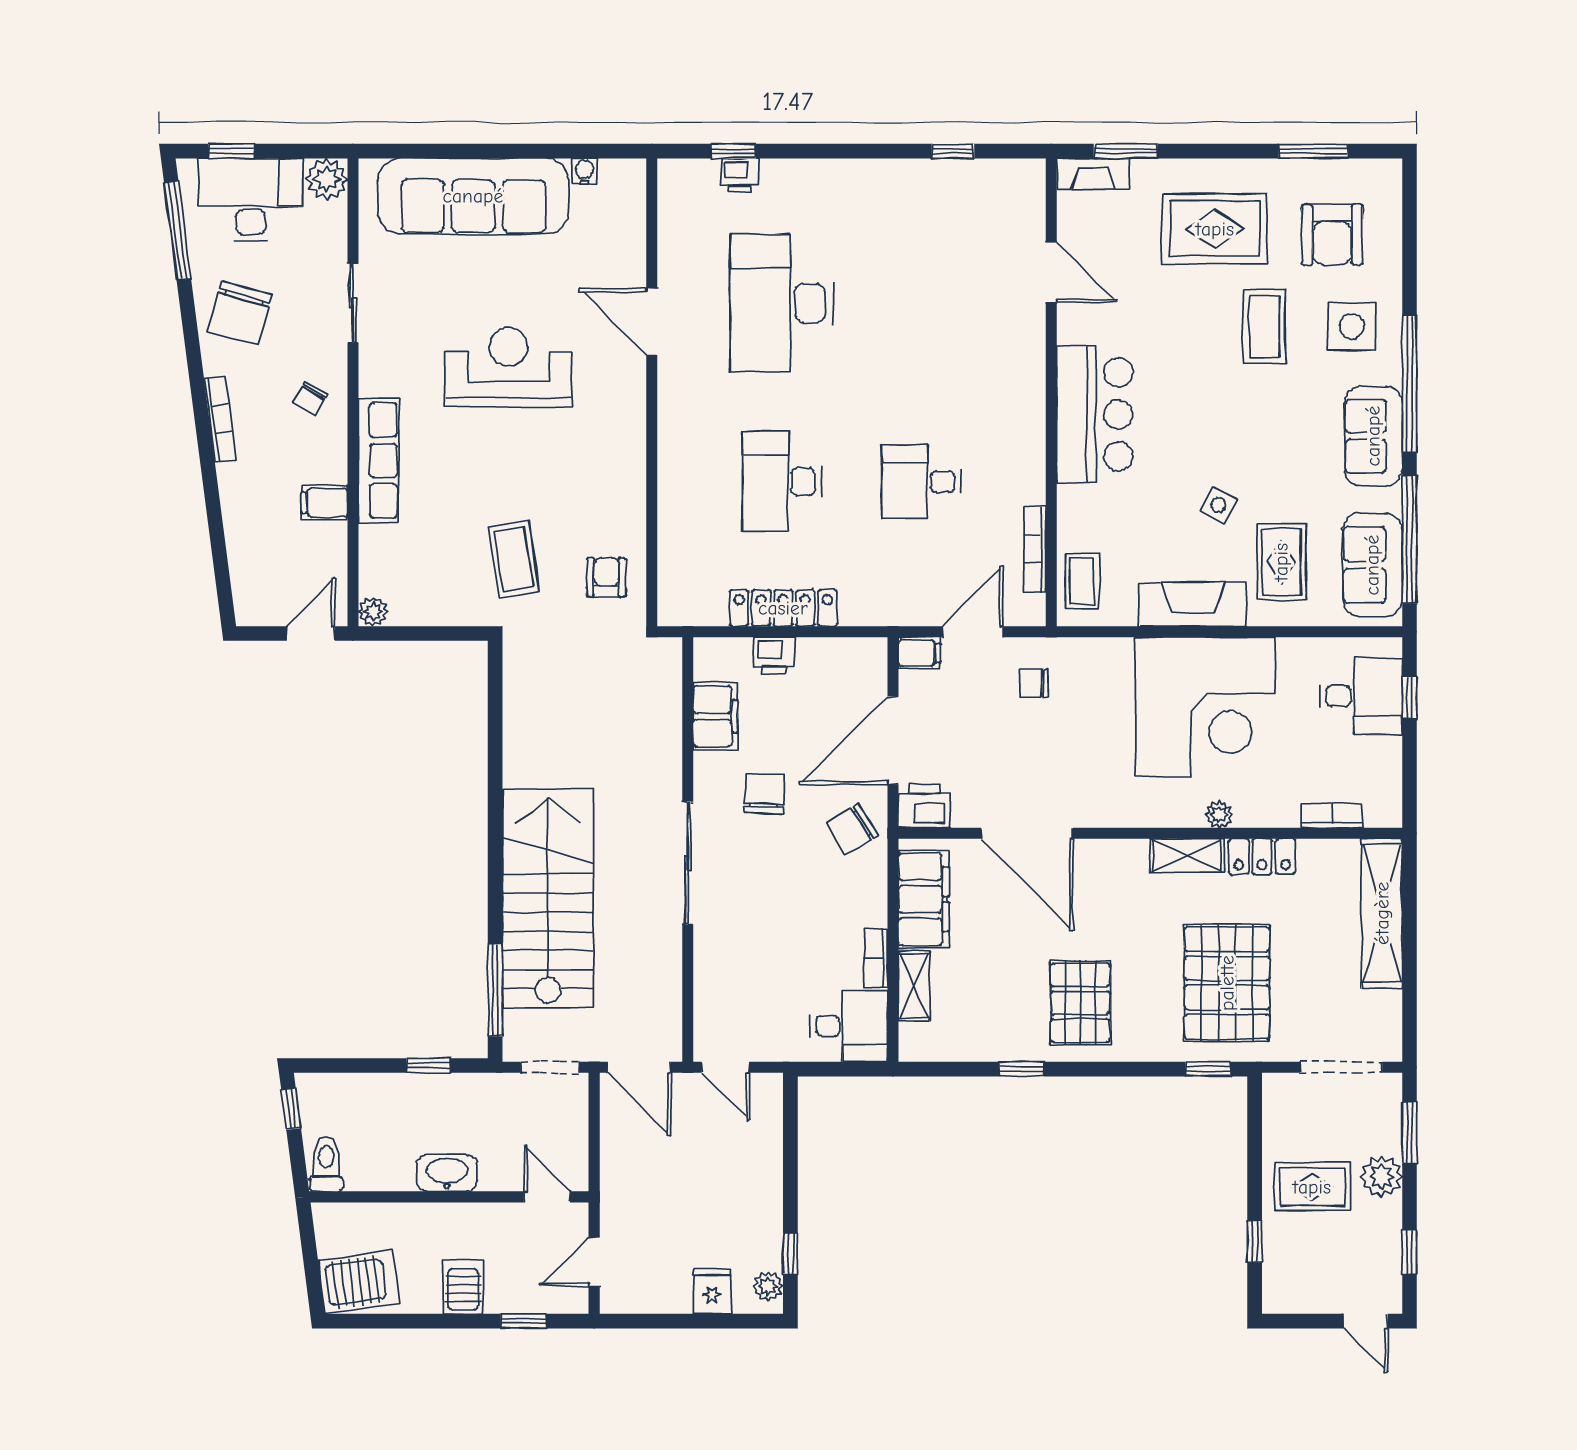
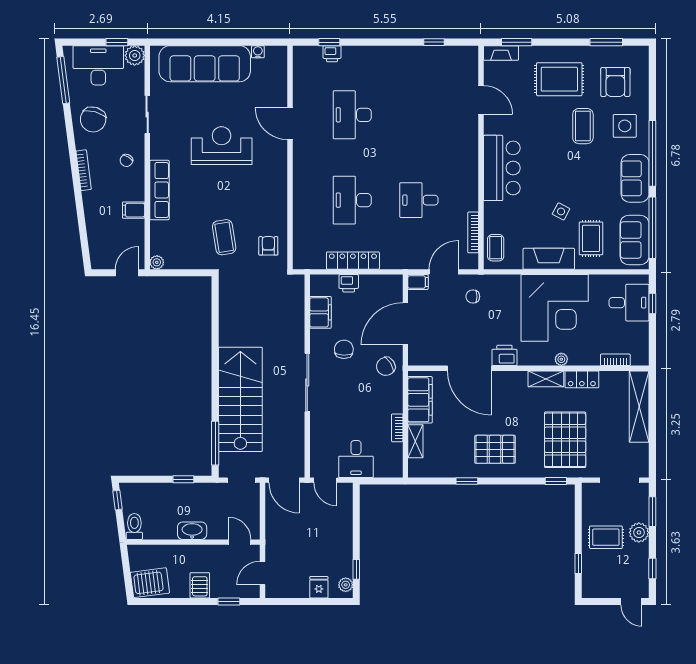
window: (231, 151) -> (117, 42), moved
desk: (782, 303) -> (352, 115), width x0.73, depth x0.77
printer: (924, 806) -> (504, 355), moved
pallet: (1080, 1003) -> (495, 449), turned 90
desk: (849, 1026) -> (356, 459), moved, turned 90

